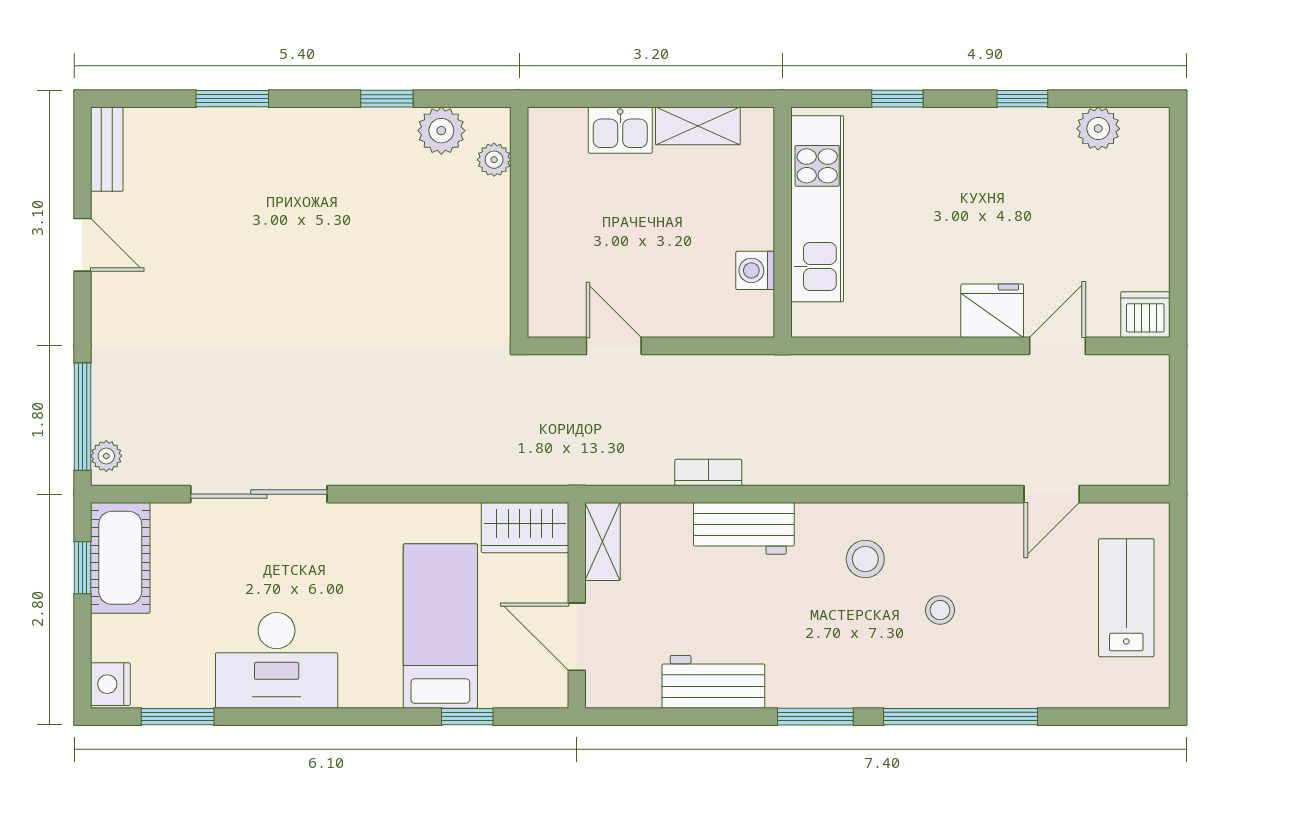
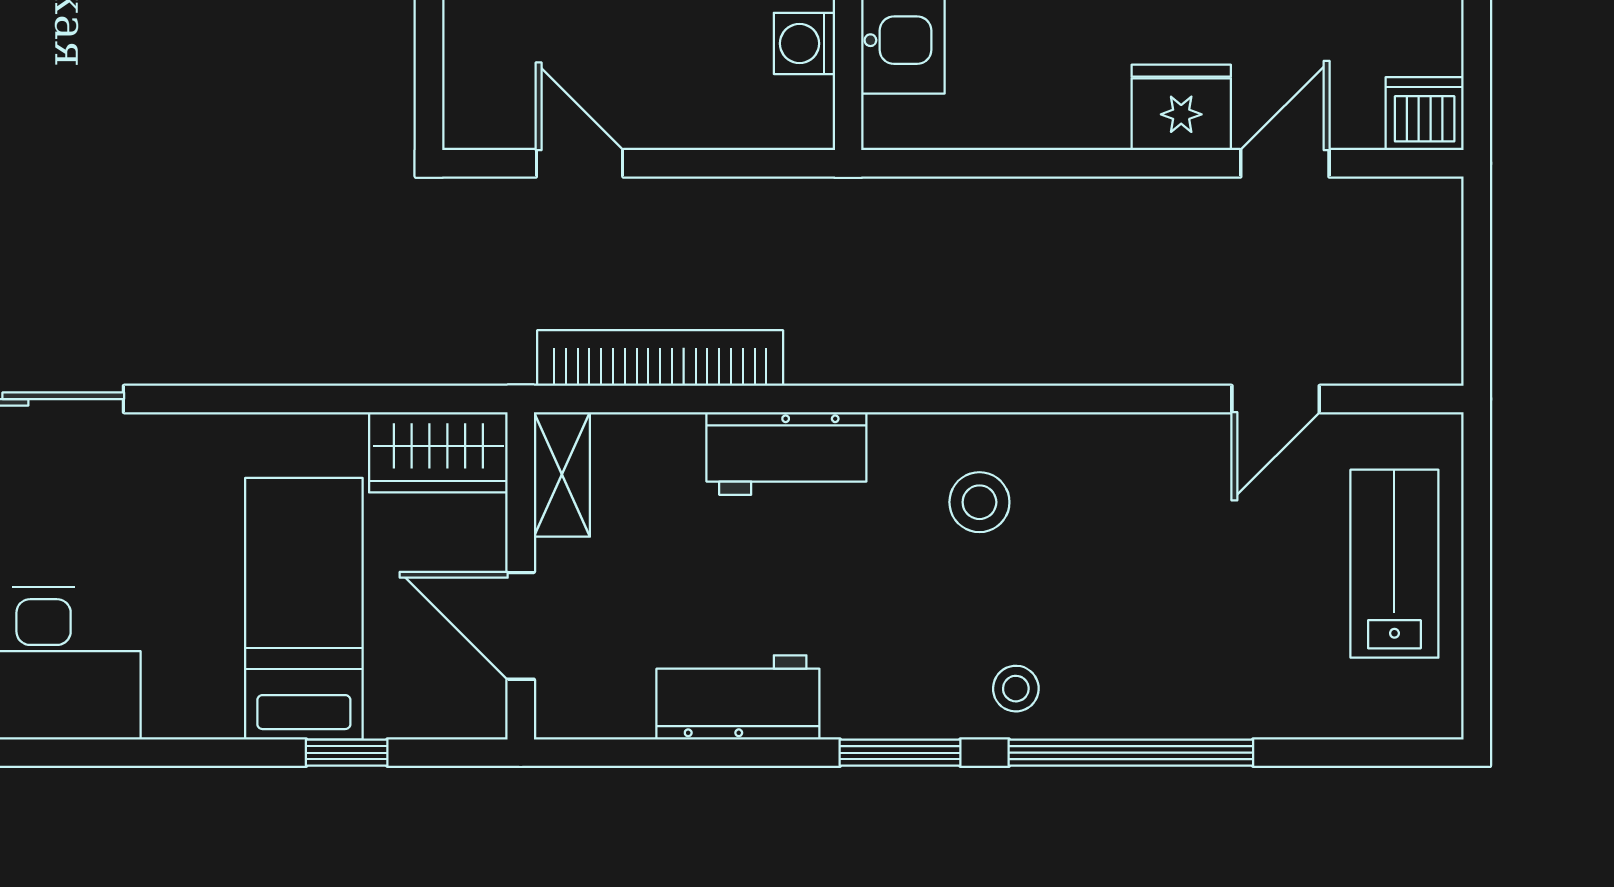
bookcase: (708, 472) -> (660, 358), width x2.31, depth x1.31
stool: (940, 610) -> (1016, 689), moved

